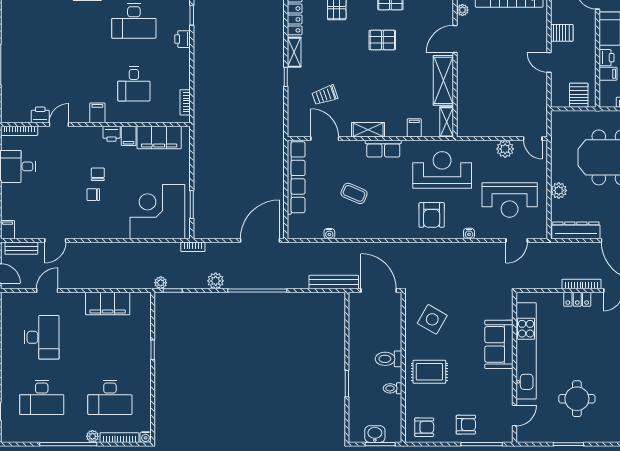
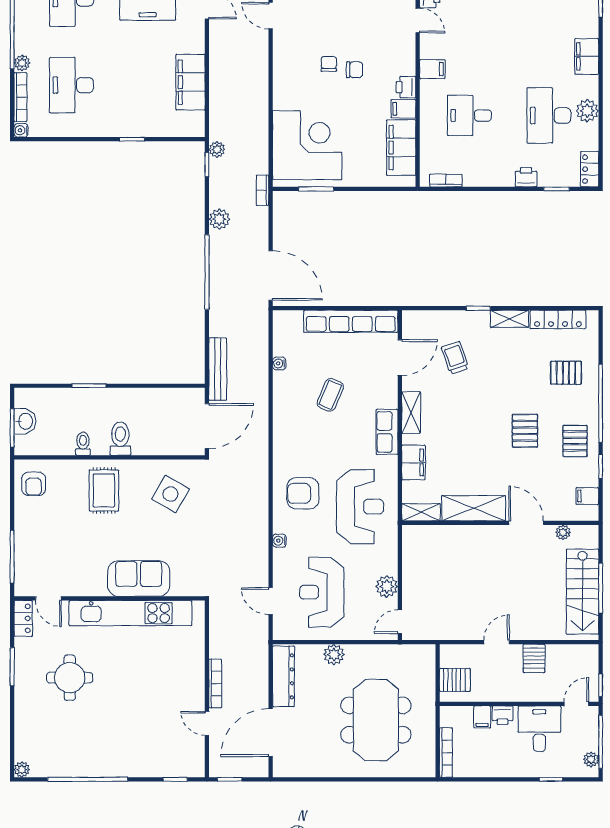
filing cabinet: (414, 128) -> (413, 462), width x2.00
locker: (577, 299) -> (23, 618), moved, turned 180
armchair: (466, 425) -> (37, 537), removed

